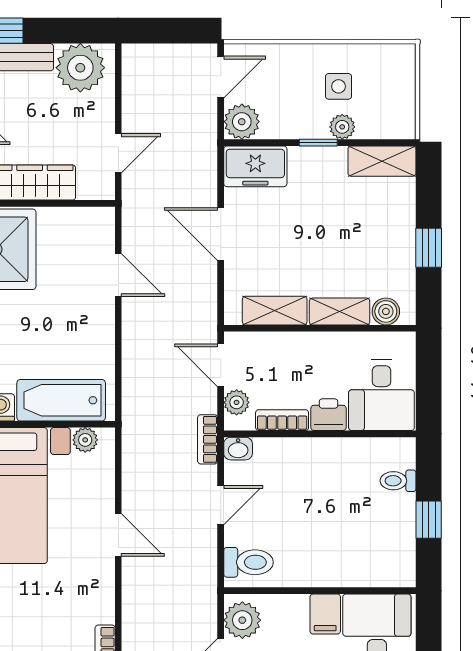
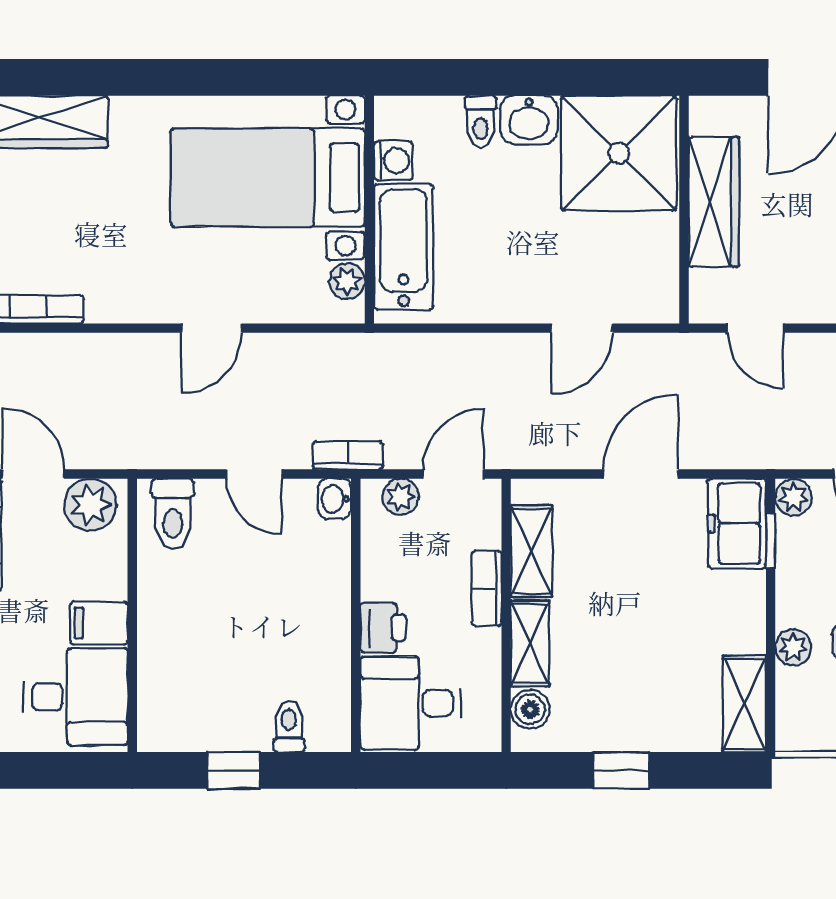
plant: (242, 122) -> (794, 497), width x0.73, depth x0.73
window: (318, 143) -> (771, 540), moved
bookcase: (282, 420) -> (487, 588), moved, turned 180

